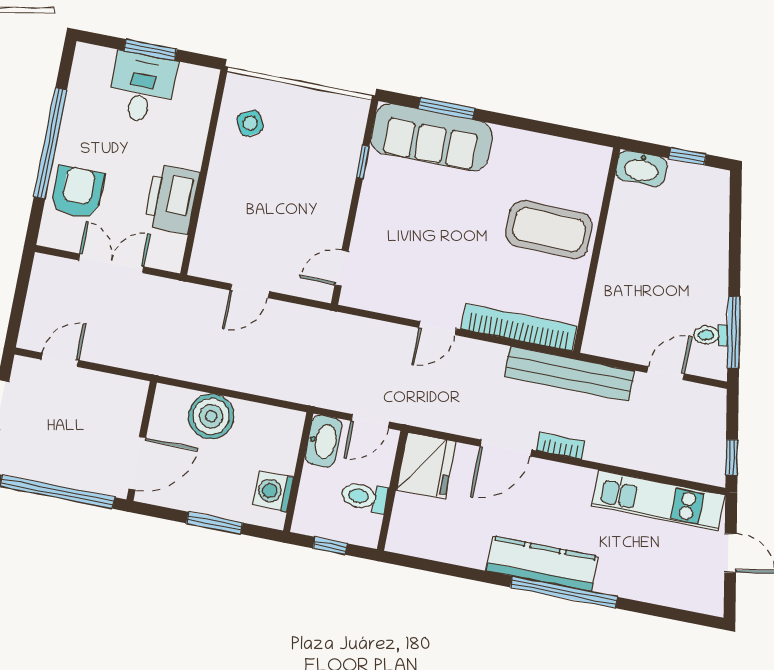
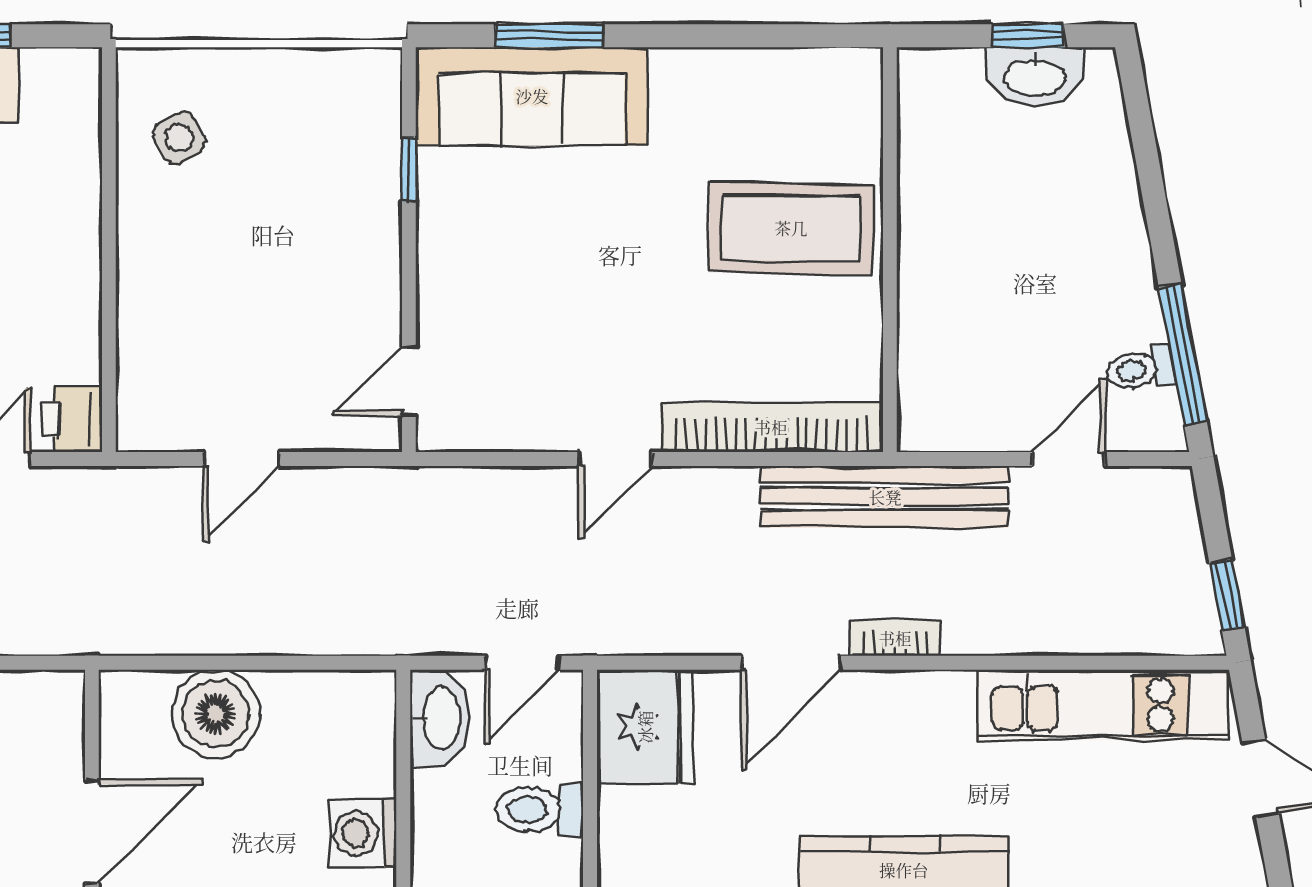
washbasin: (641, 168) -> (1035, 76), moved
printer: (172, 199) -> (72, 419), moved, width x0.53, depth x0.68

